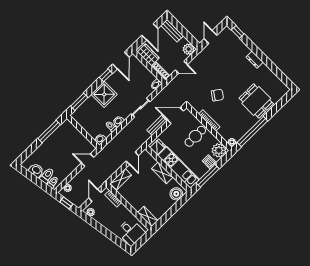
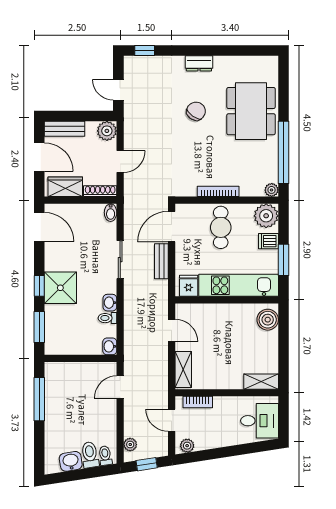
window: (106, 75) -> (39, 286), moved
chair: (217, 95) -> (196, 111), moved
dining table: (256, 101) -> (251, 111), width x1.38
shelving: (162, 173) -> (225, 312), removed
window: (208, 176) -> (283, 260), width x0.69

